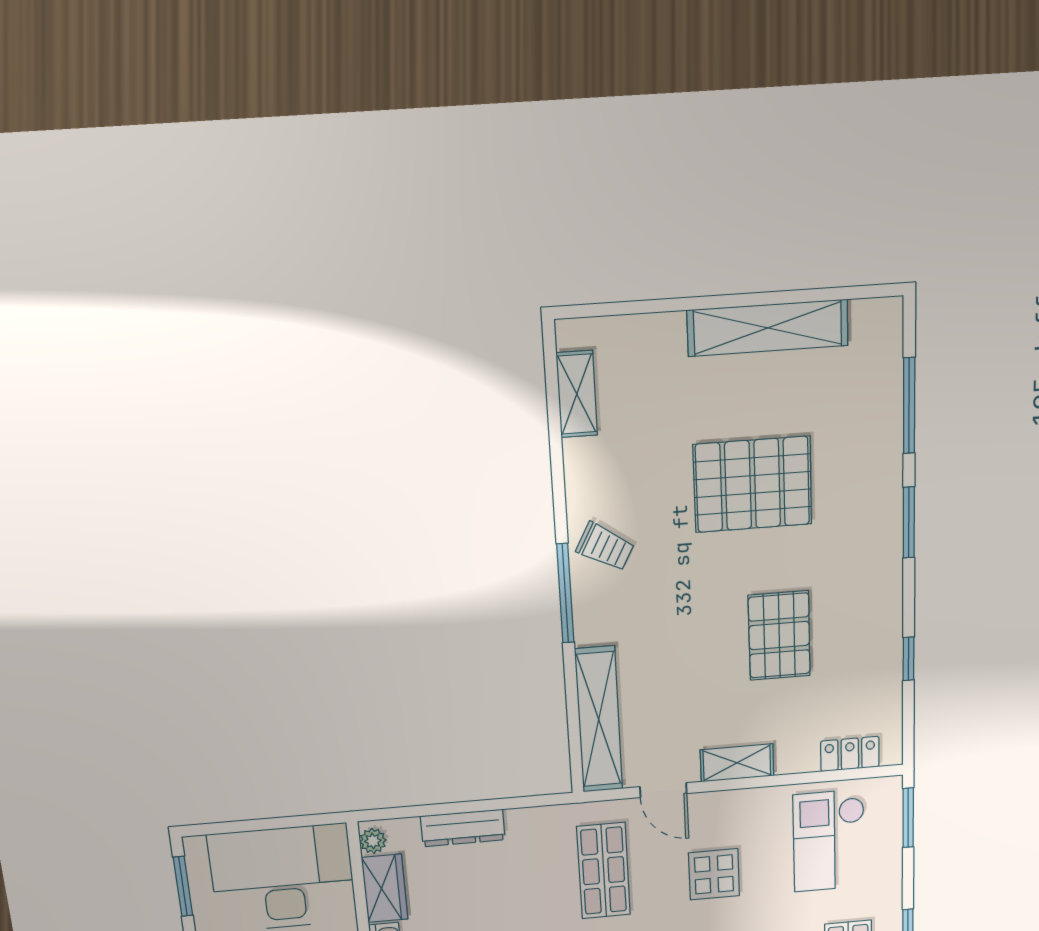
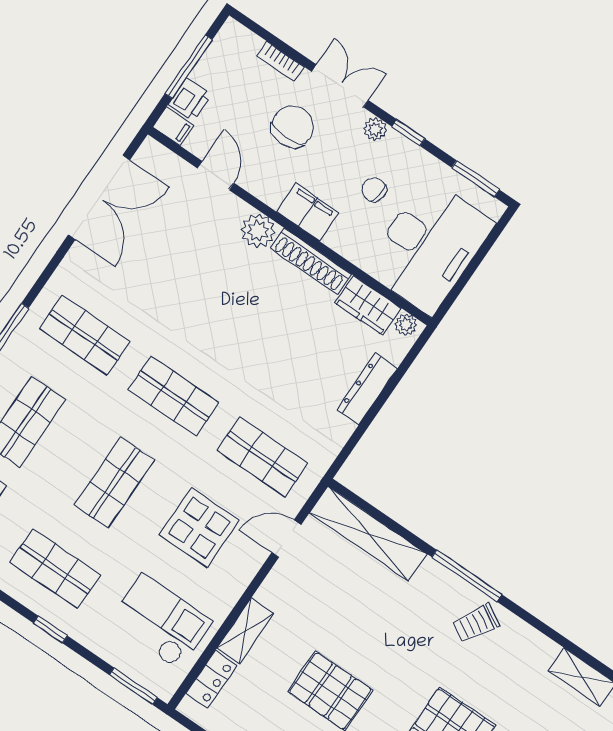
shelving: (737, 763) -> (245, 631), moved
display table: (714, 874) -> (199, 528), width x1.36, depth x1.36

